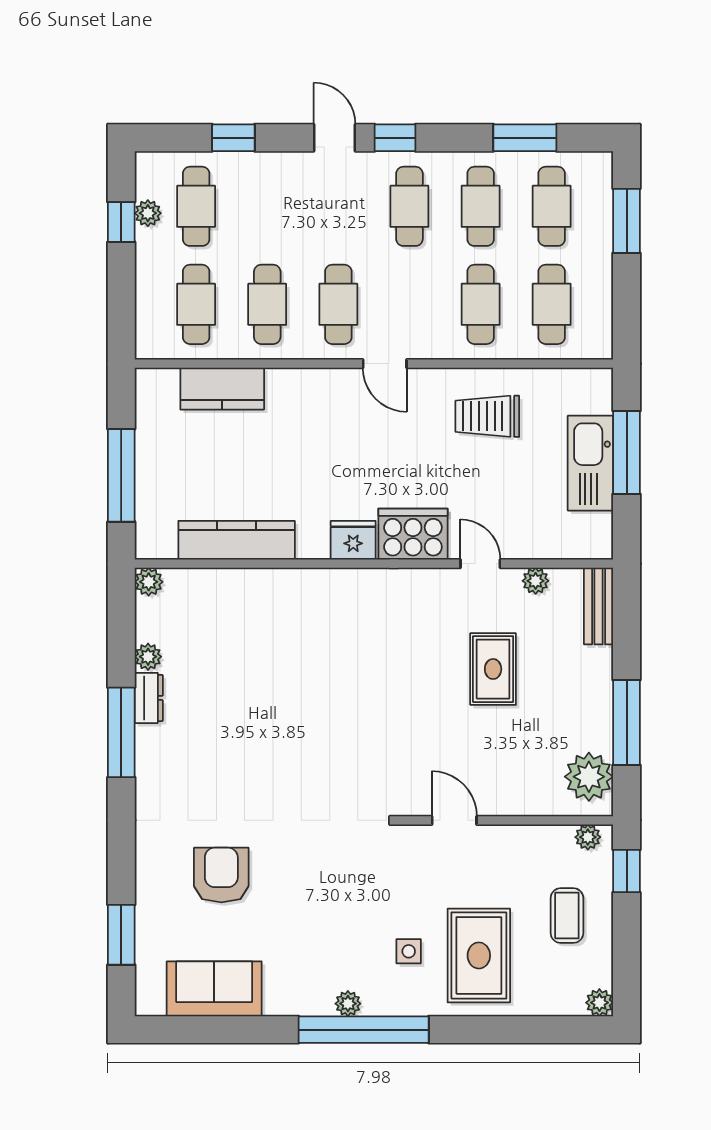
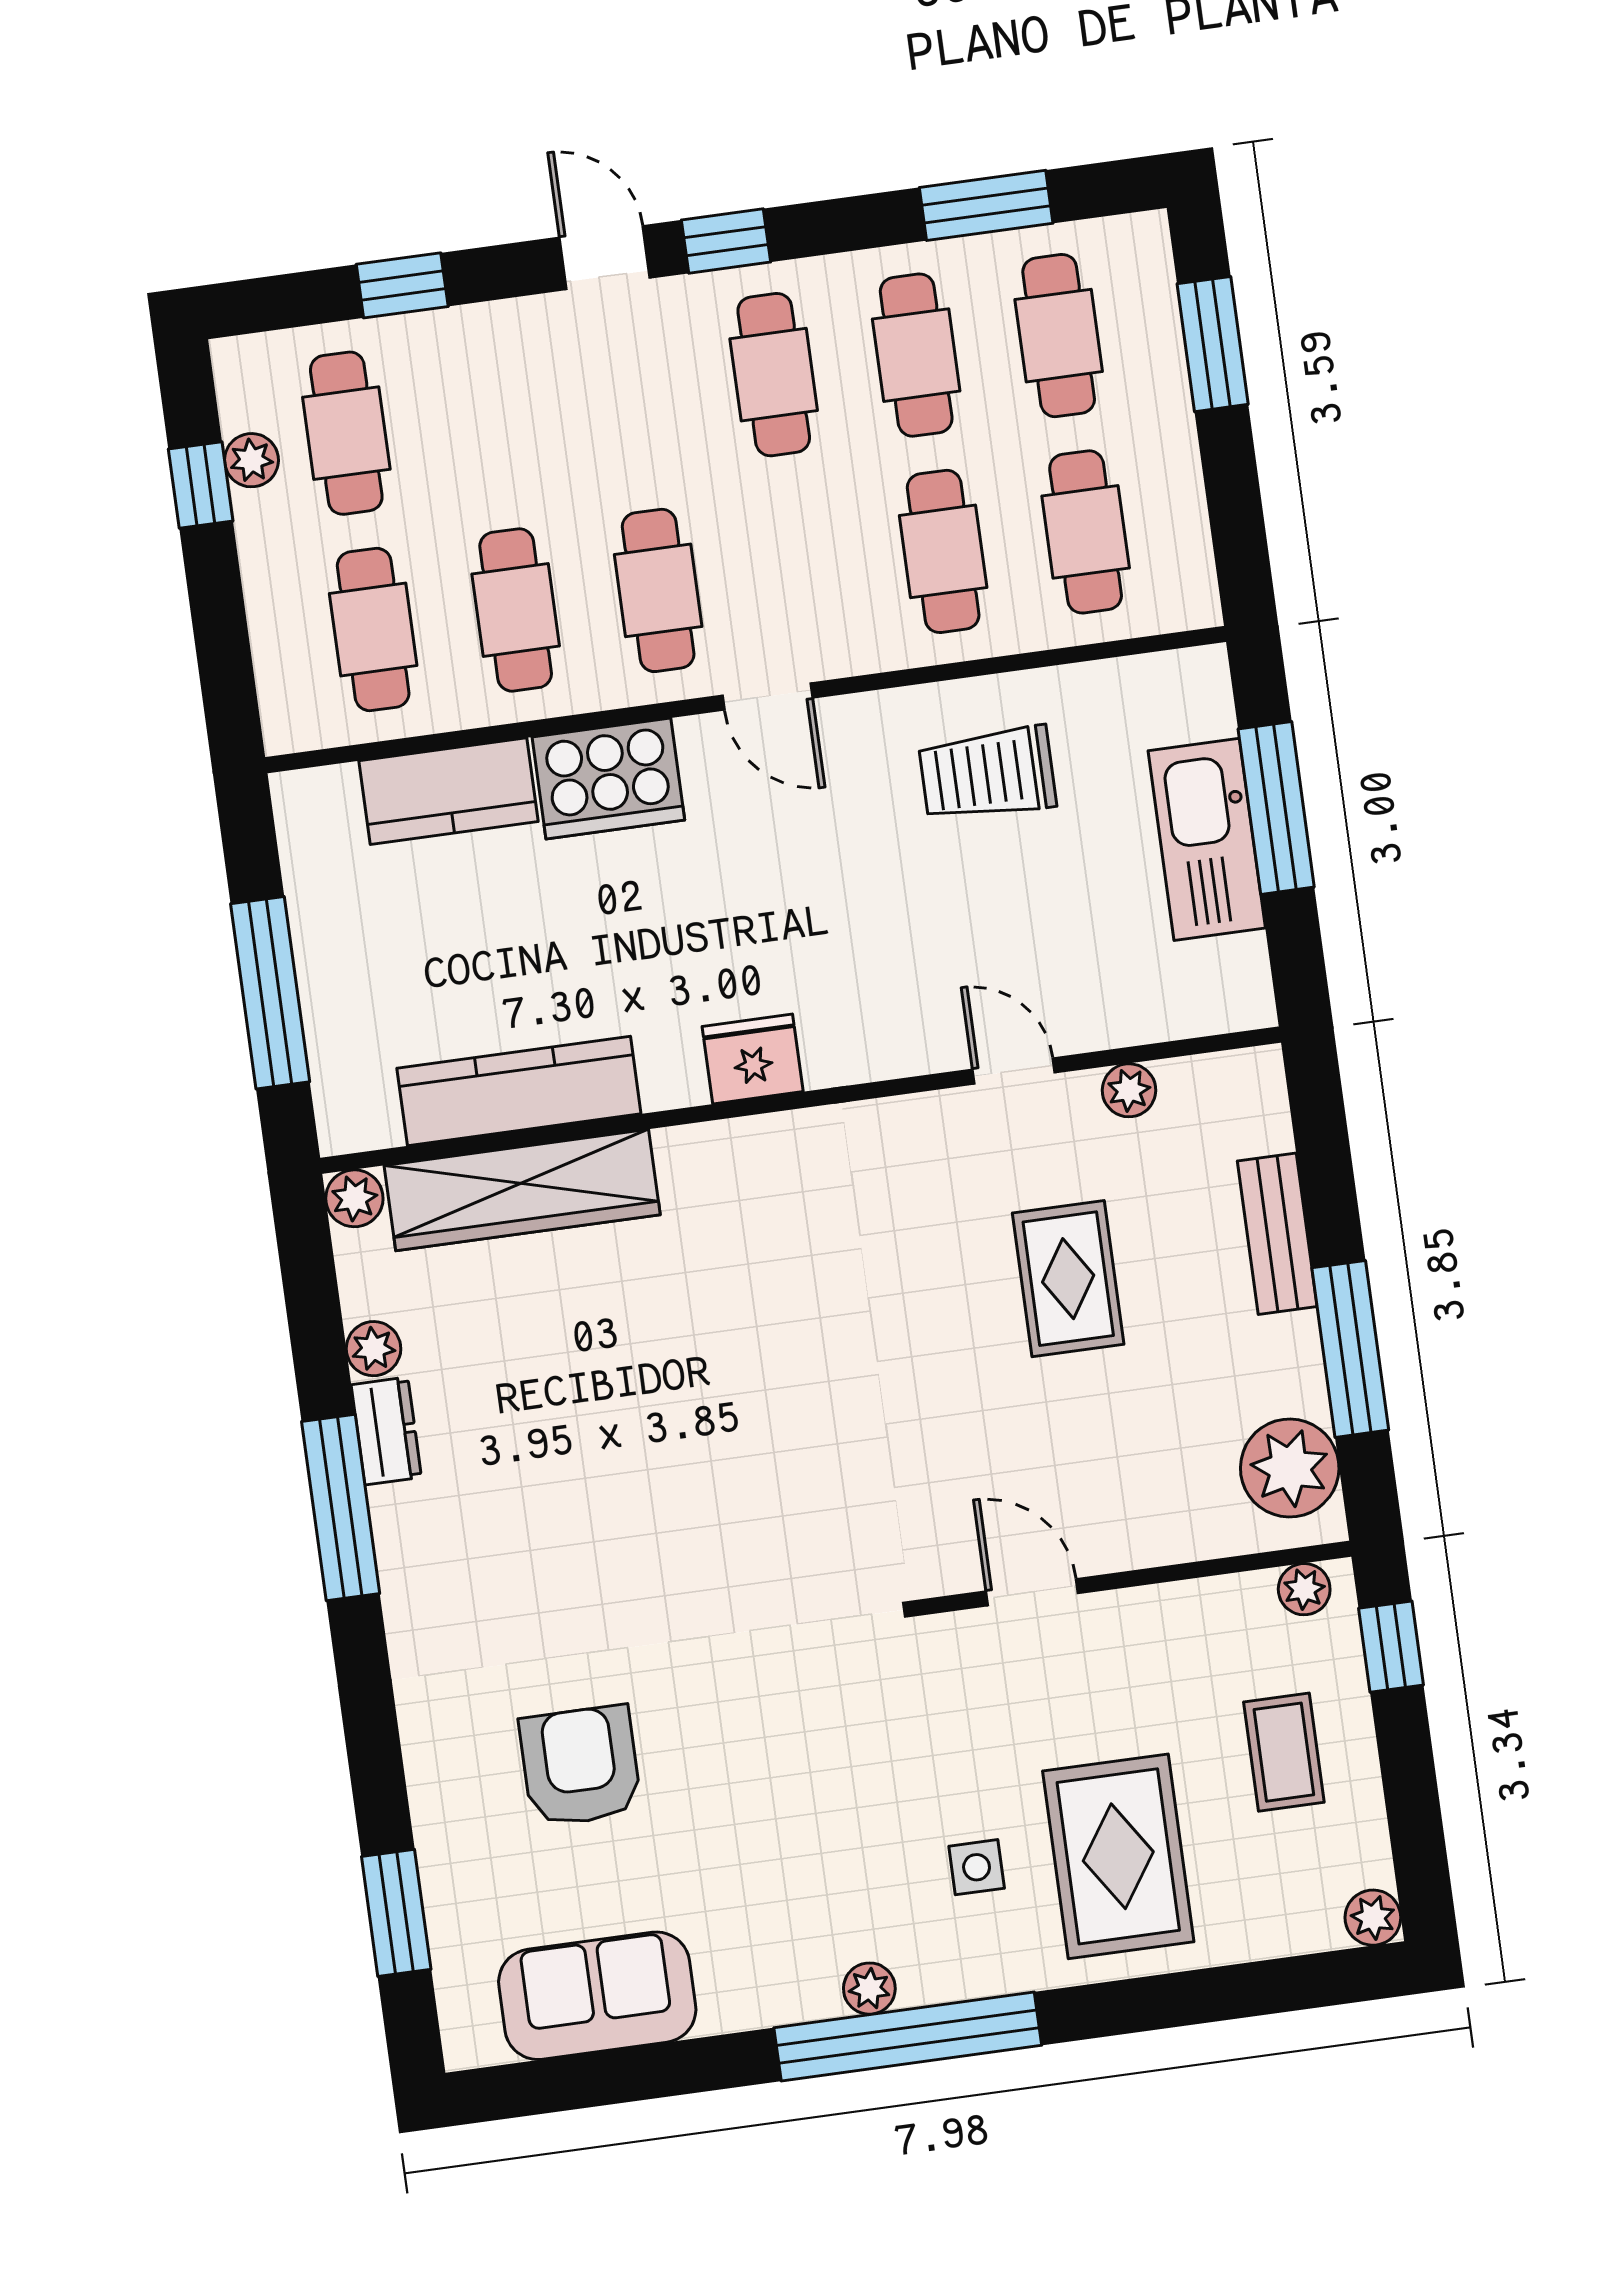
cooker: (413, 534) -> (608, 779), moved, turned 180
wardrobe: (231, 589) -> (522, 1190), added
bench: (599, 606) -> (1277, 1234), moved

